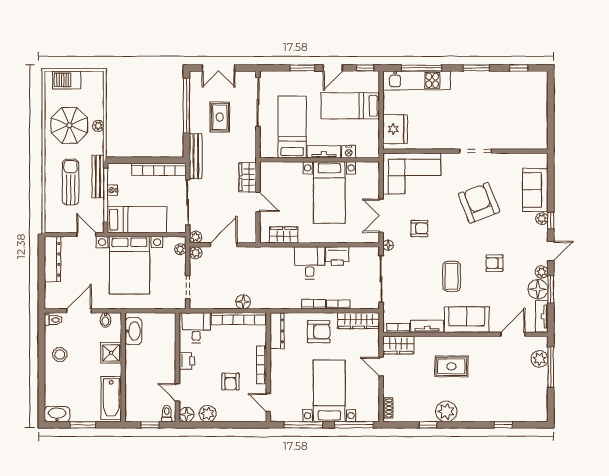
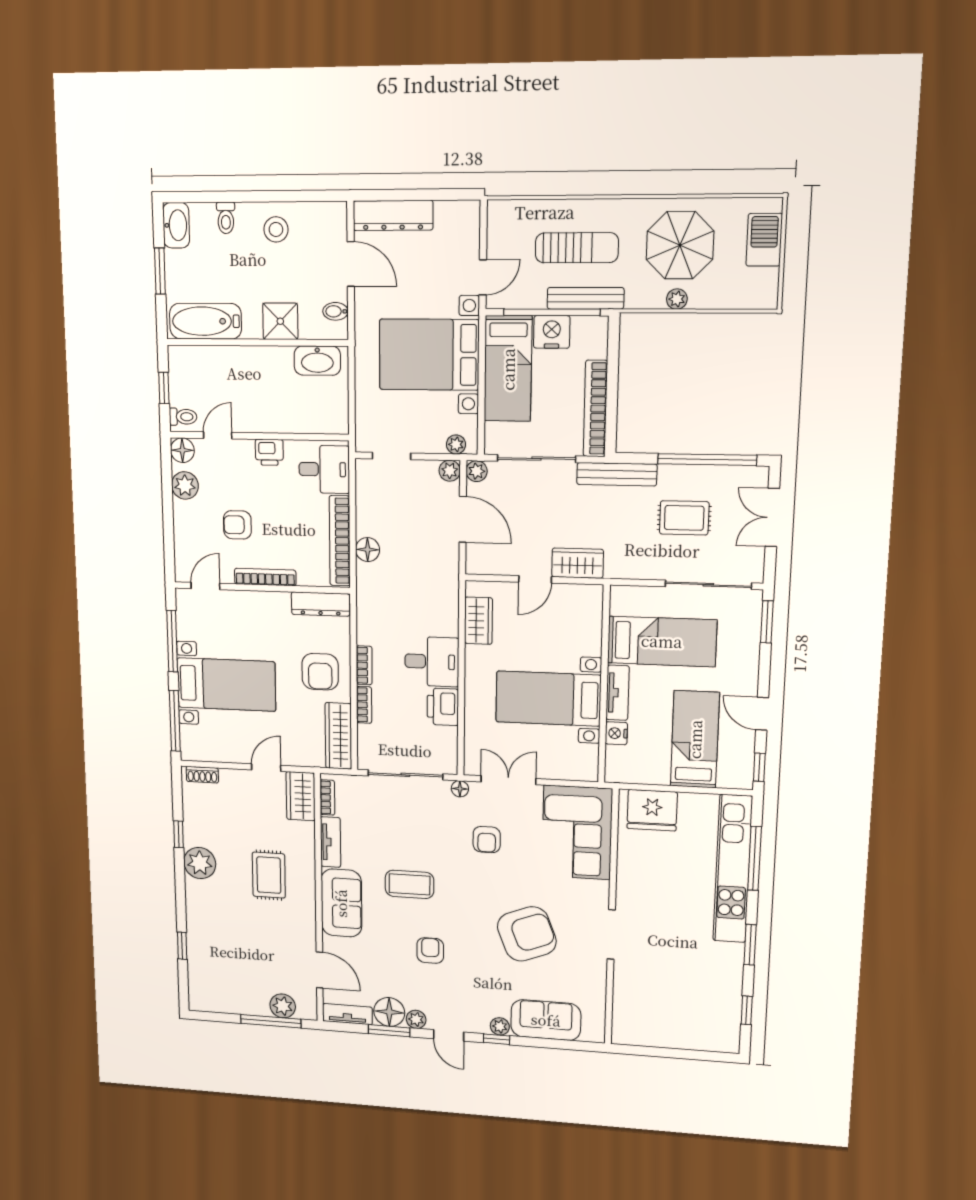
window: (302, 68) -> (767, 622), moved
kitchen unit: (417, 80) -> (733, 869), width x1.36
nightstand: (112, 190) -> (552, 332), width x1.89, depth x1.79
dresser: (53, 259) -> (393, 215), moved
toilet: (53, 320) -> (226, 218), moved

